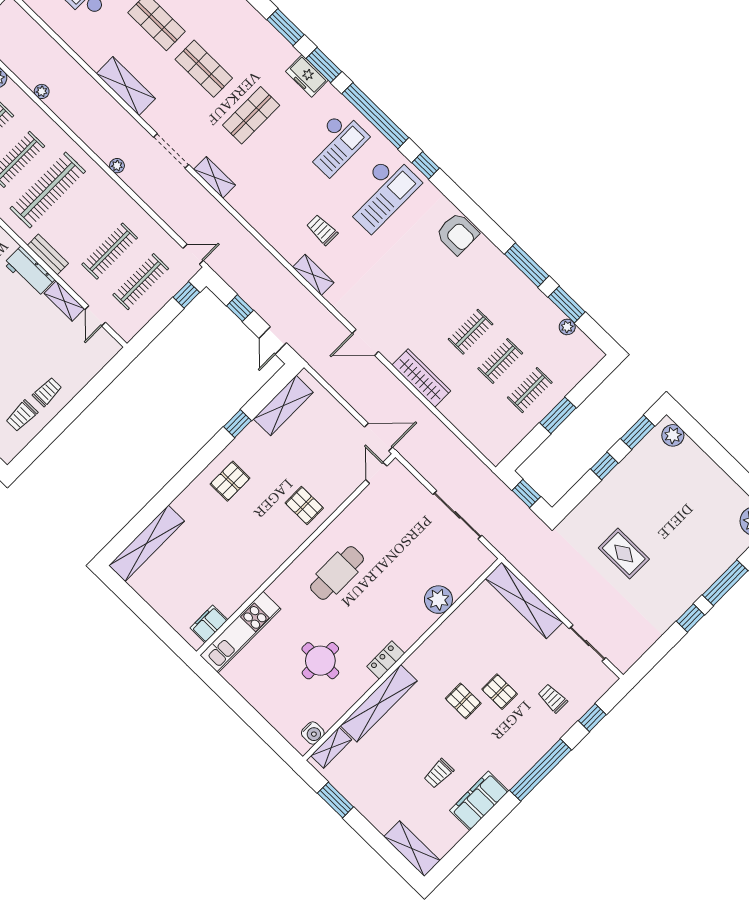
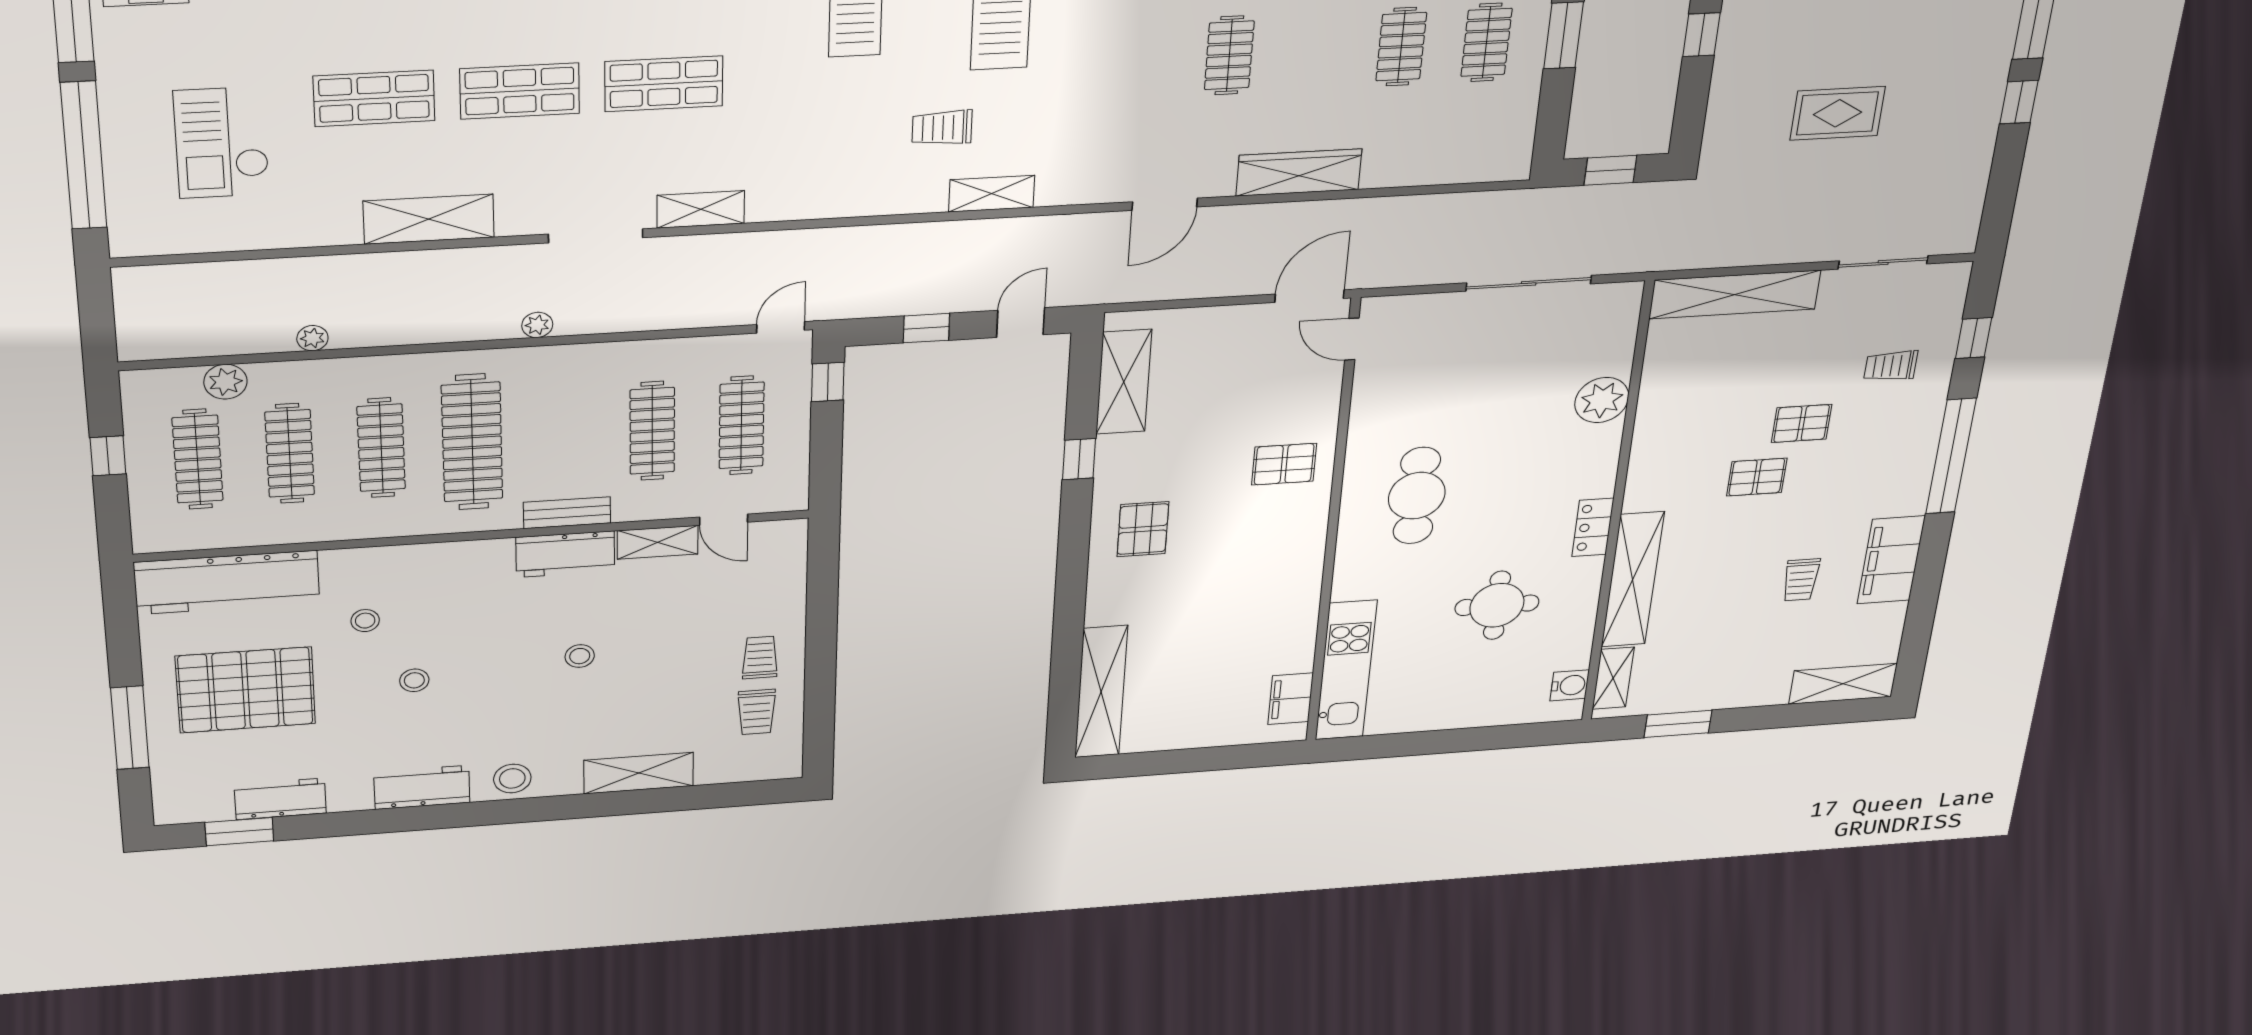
shop shelf: (251, 115) -> (664, 84), turned 90
clothes rail: (471, 332) -> (1229, 55), moved
door: (273, 340) -> (1021, 323), swing flipped

